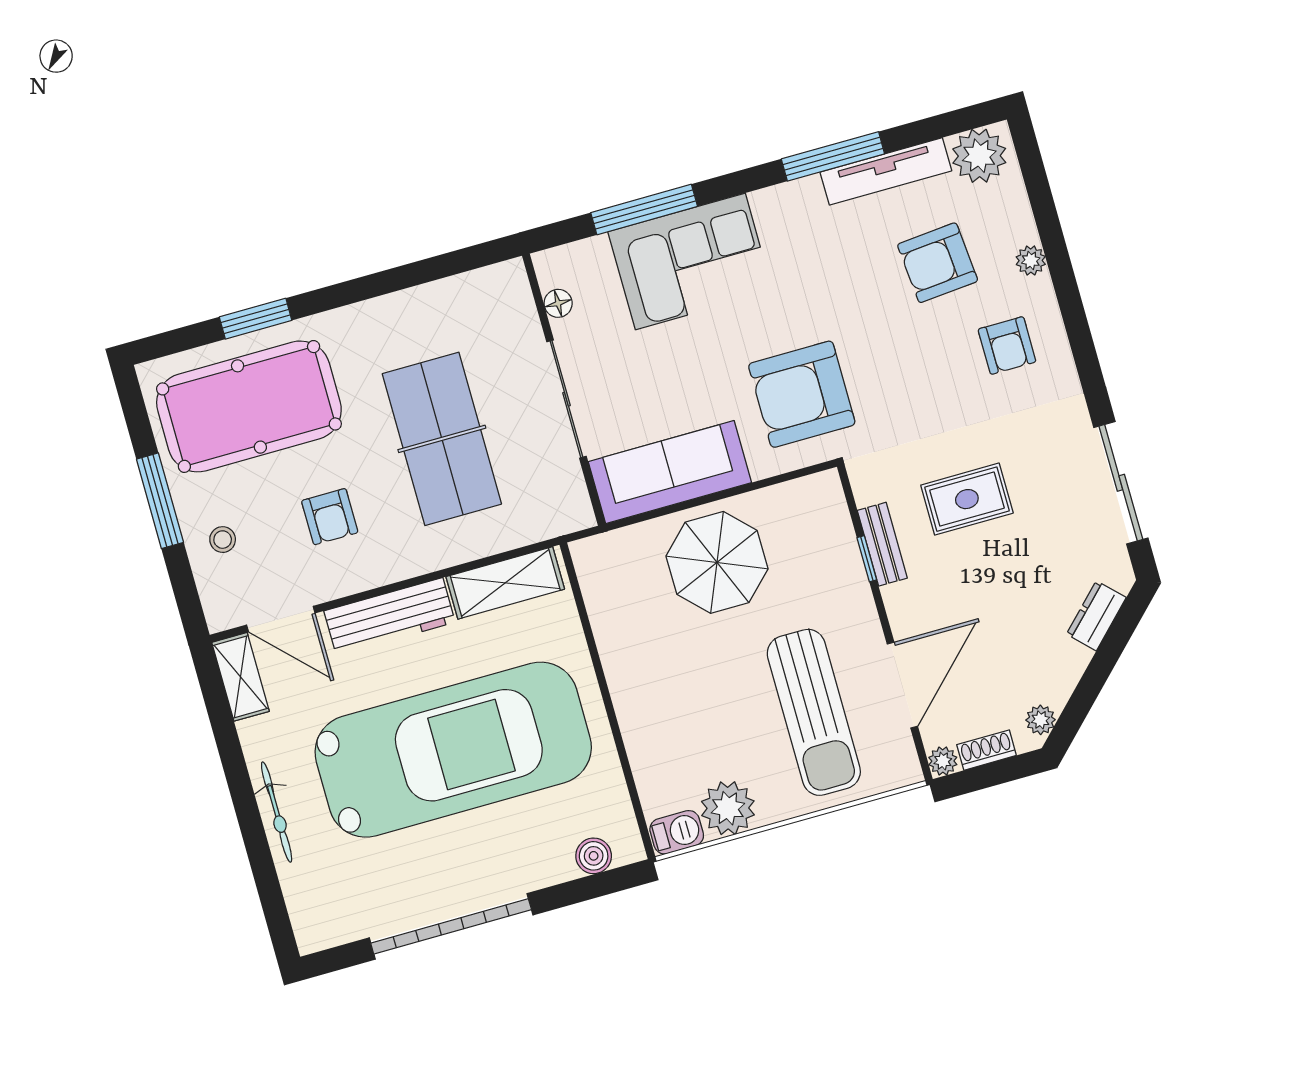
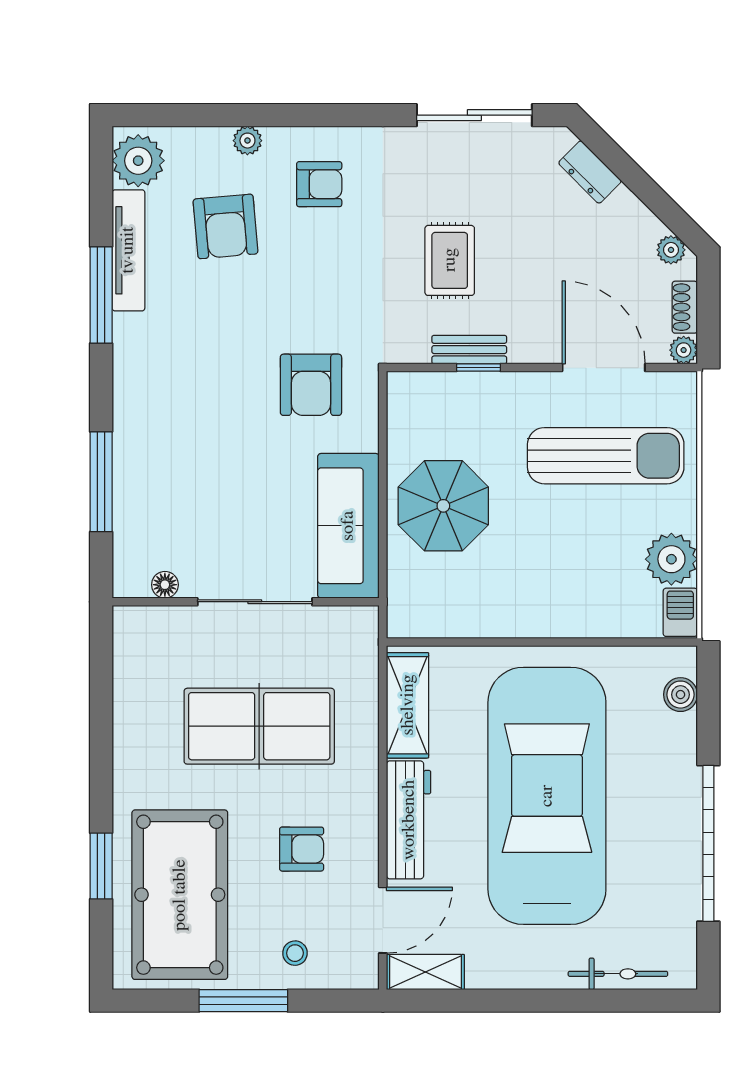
corner sofa: (690, 261) -> (161, 453), removed
armchair: (802, 394) -> (311, 385), width x0.73, depth x0.73
bicycle: (277, 812) -> (618, 974), moved

